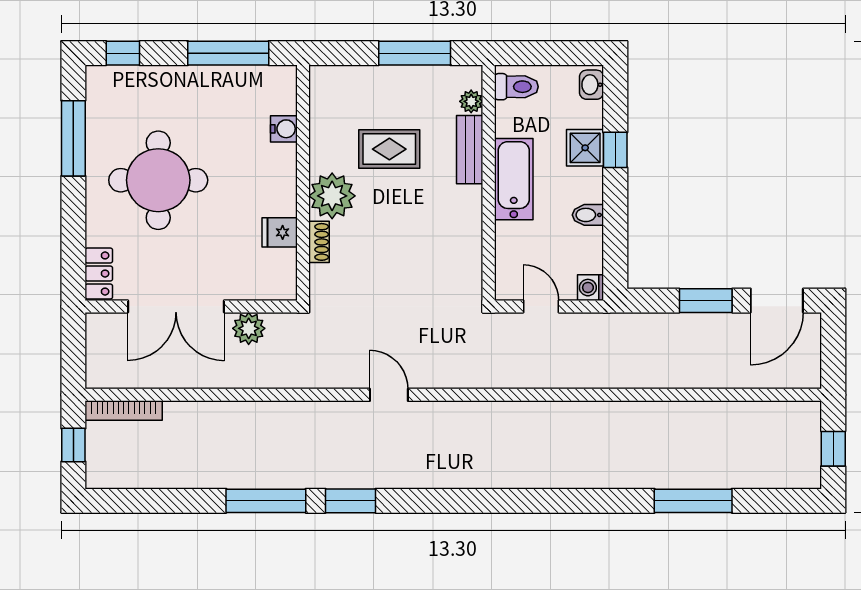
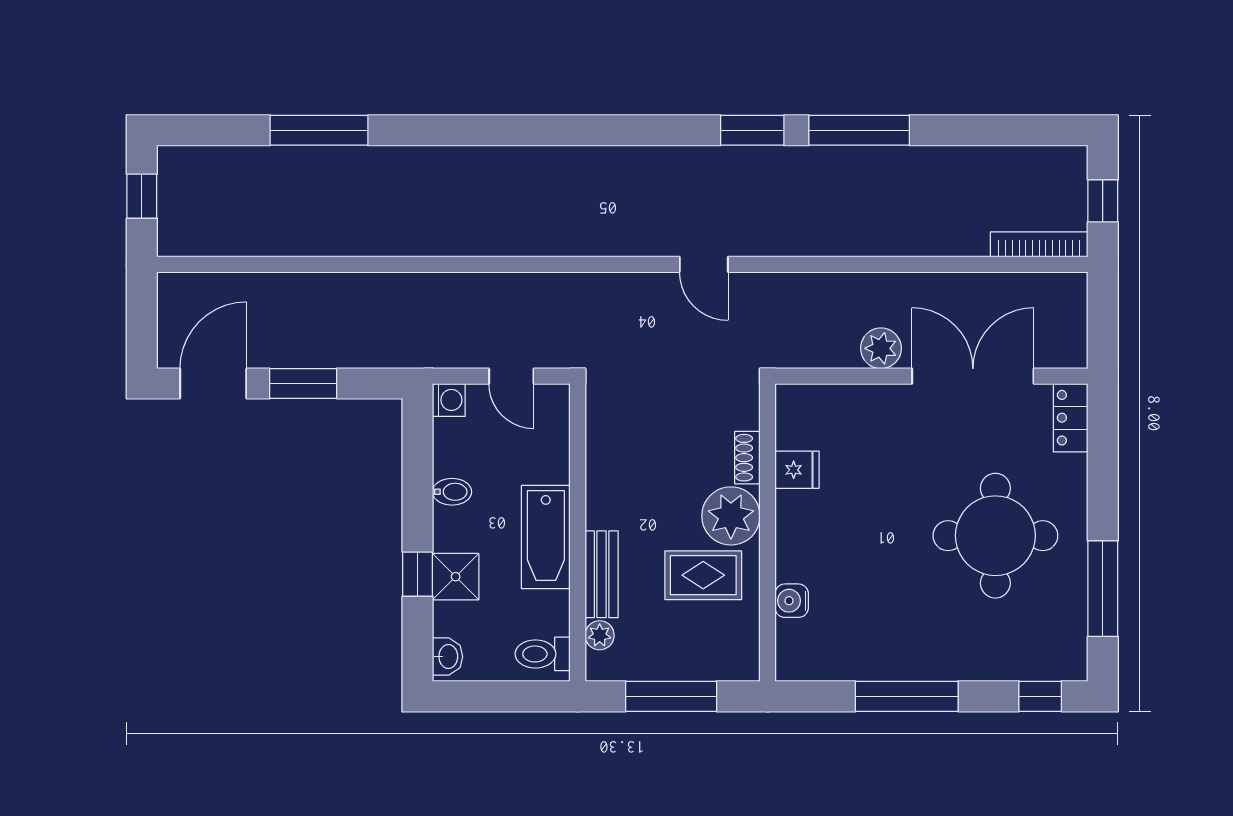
water cooler: (284, 129) -> (792, 601), moved
wall: (303, 183) -> (768, 533), moved
plant: (332, 196) -> (731, 516), moved
fridge: (280, 232) -> (797, 470), moved
shoe rack: (319, 242) -> (747, 458), moved

